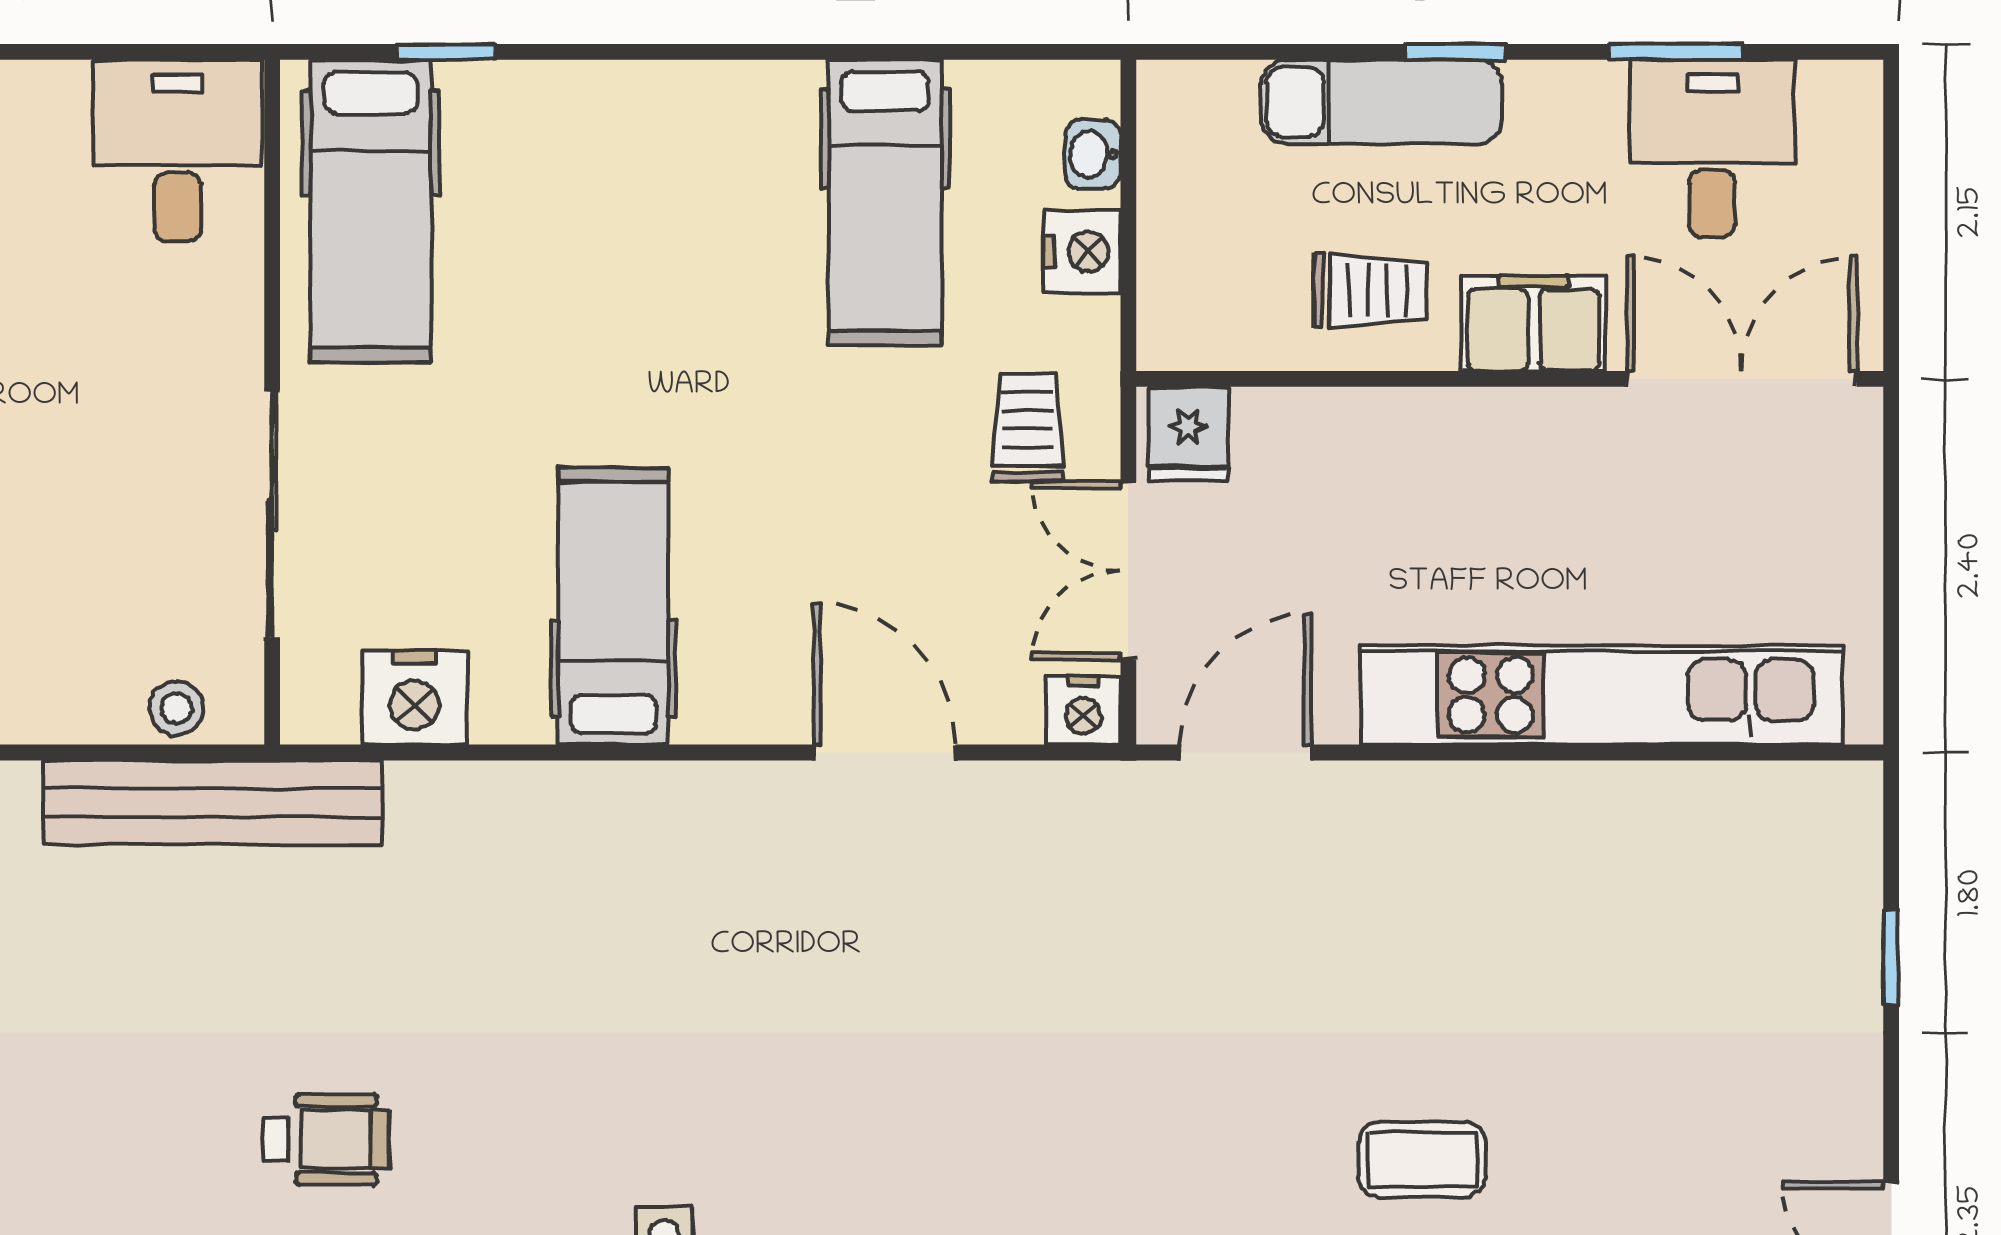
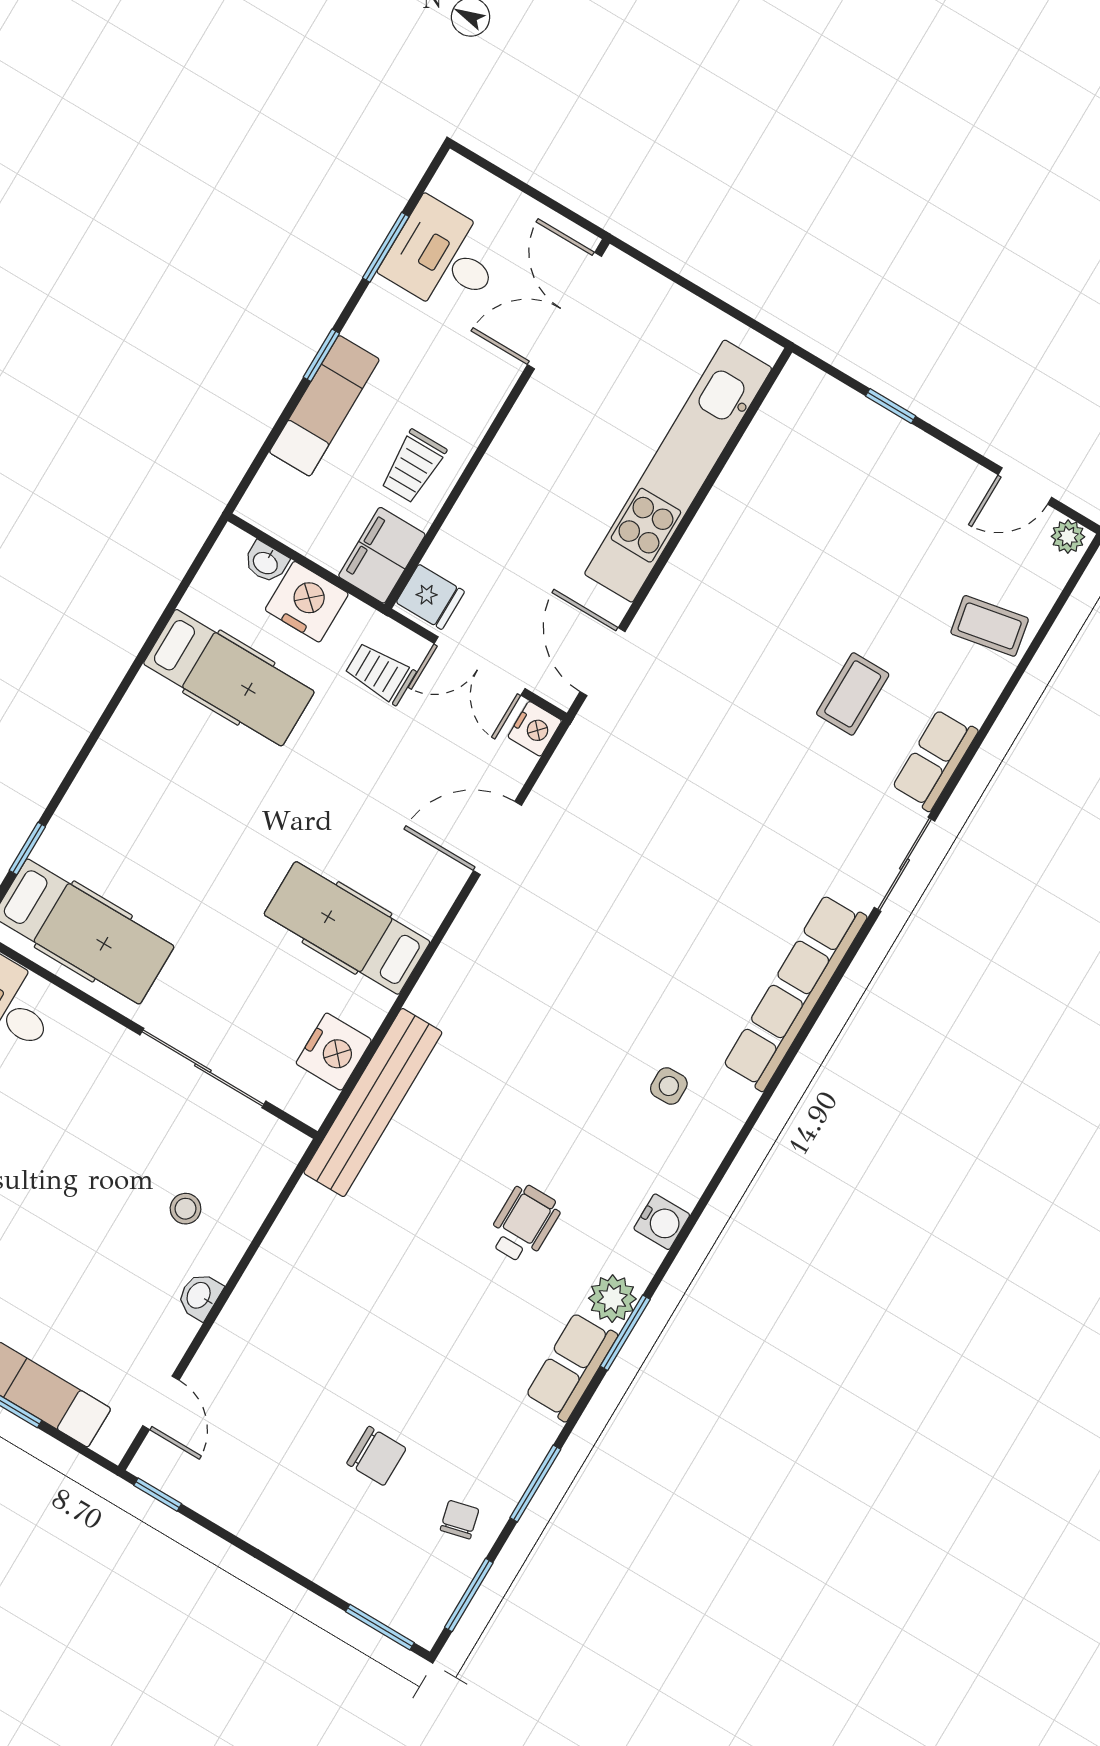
nightstand: (1082, 252) -> (307, 602), width x1.36, depth x1.33
trolley: (1370, 291) -> (413, 466), turned 180
filing cabinet: (1534, 323) -> (382, 555), moved
stool: (176, 708) -> (186, 1209), moved
bench: (213, 802) -> (373, 1103), moved

